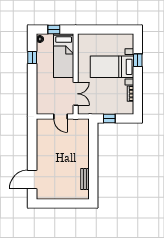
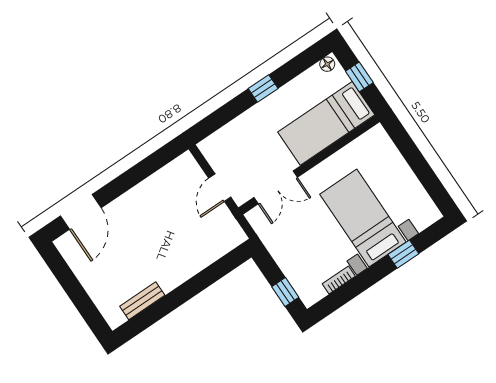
window: (32, 58) -> (263, 89), moved
window: (109, 119) -> (285, 292), moved
door: (32, 179) -> (81, 212), swing flipped

